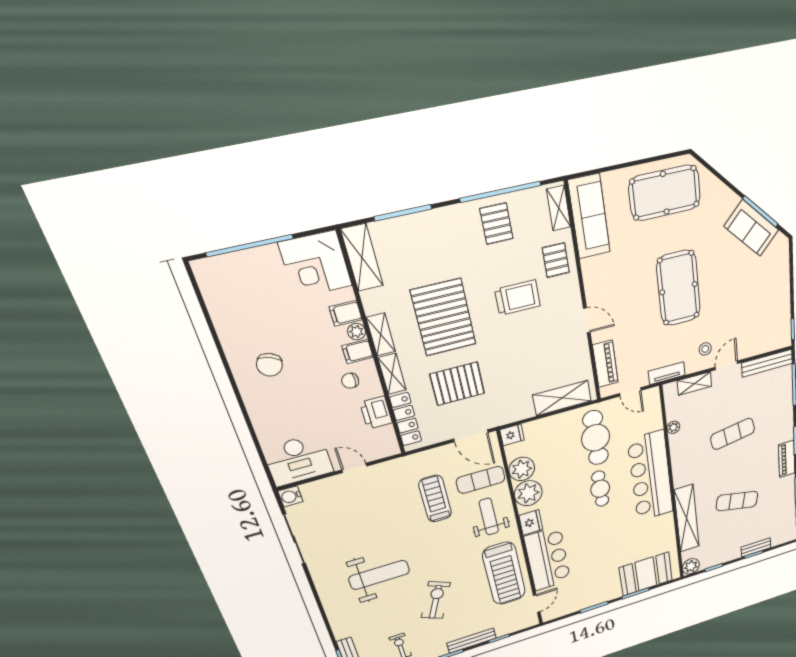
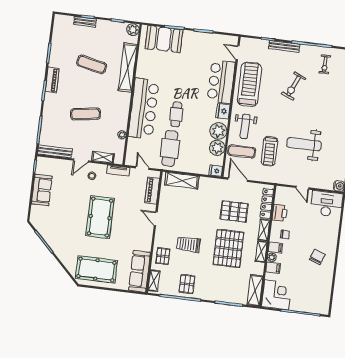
sofa: (752, 228) -> (42, 190), moved, turned 45
weight bench: (379, 575) -> (304, 144), moved
door: (537, 604) -> (238, 53), hinge flipped

